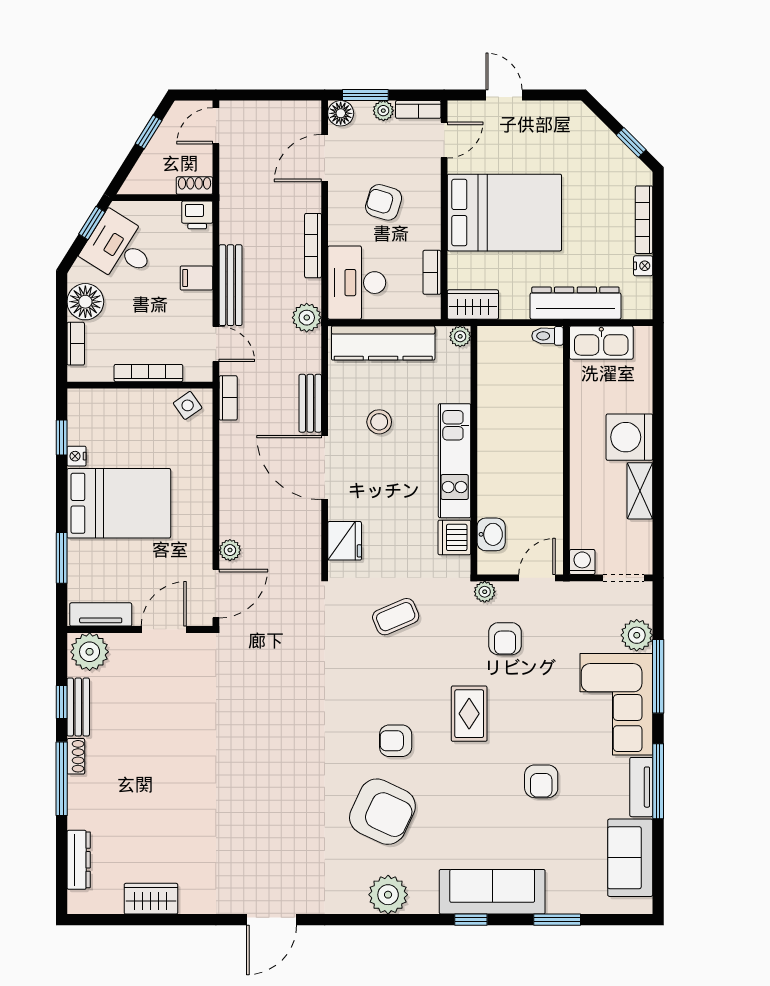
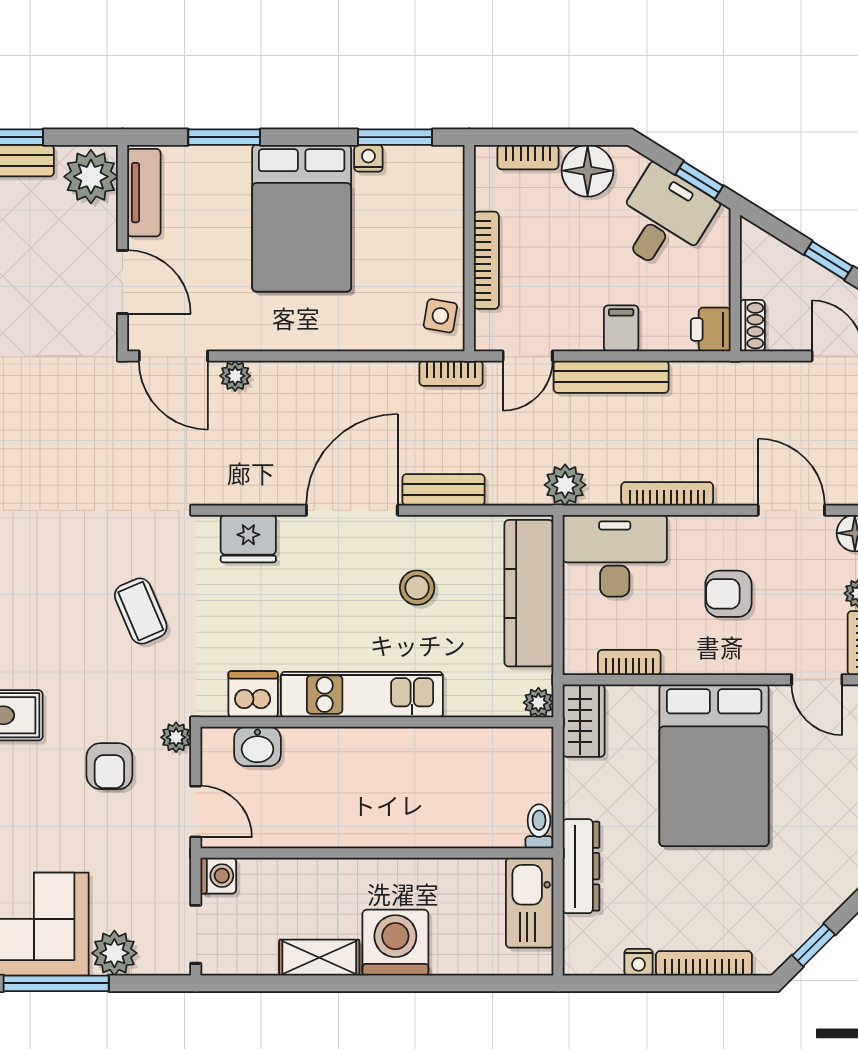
armchair: (384, 202) -> (728, 594), turned -107
dresser: (575, 303) -> (581, 866), width x0.73, depth x0.80
side table: (188, 405) -> (440, 316), turned 45
window: (62, 437) -> (395, 137), width x1.50
armchair: (505, 639) -> (109, 766), turned -90

